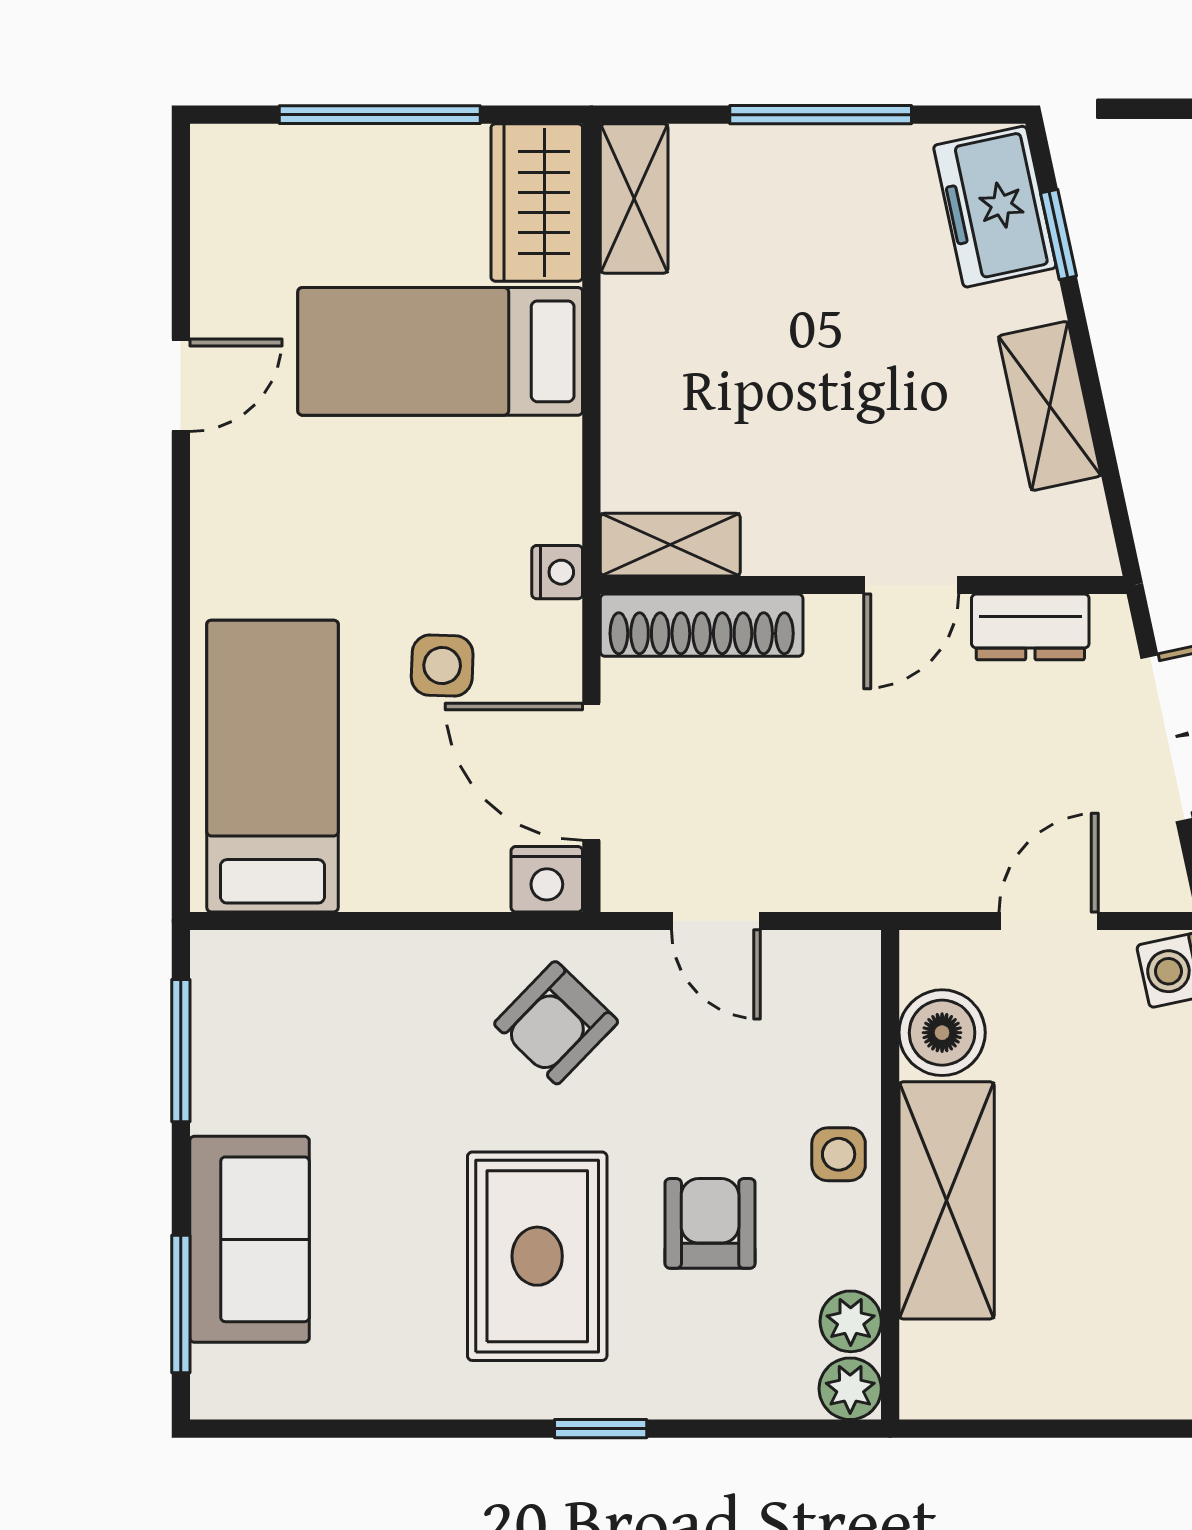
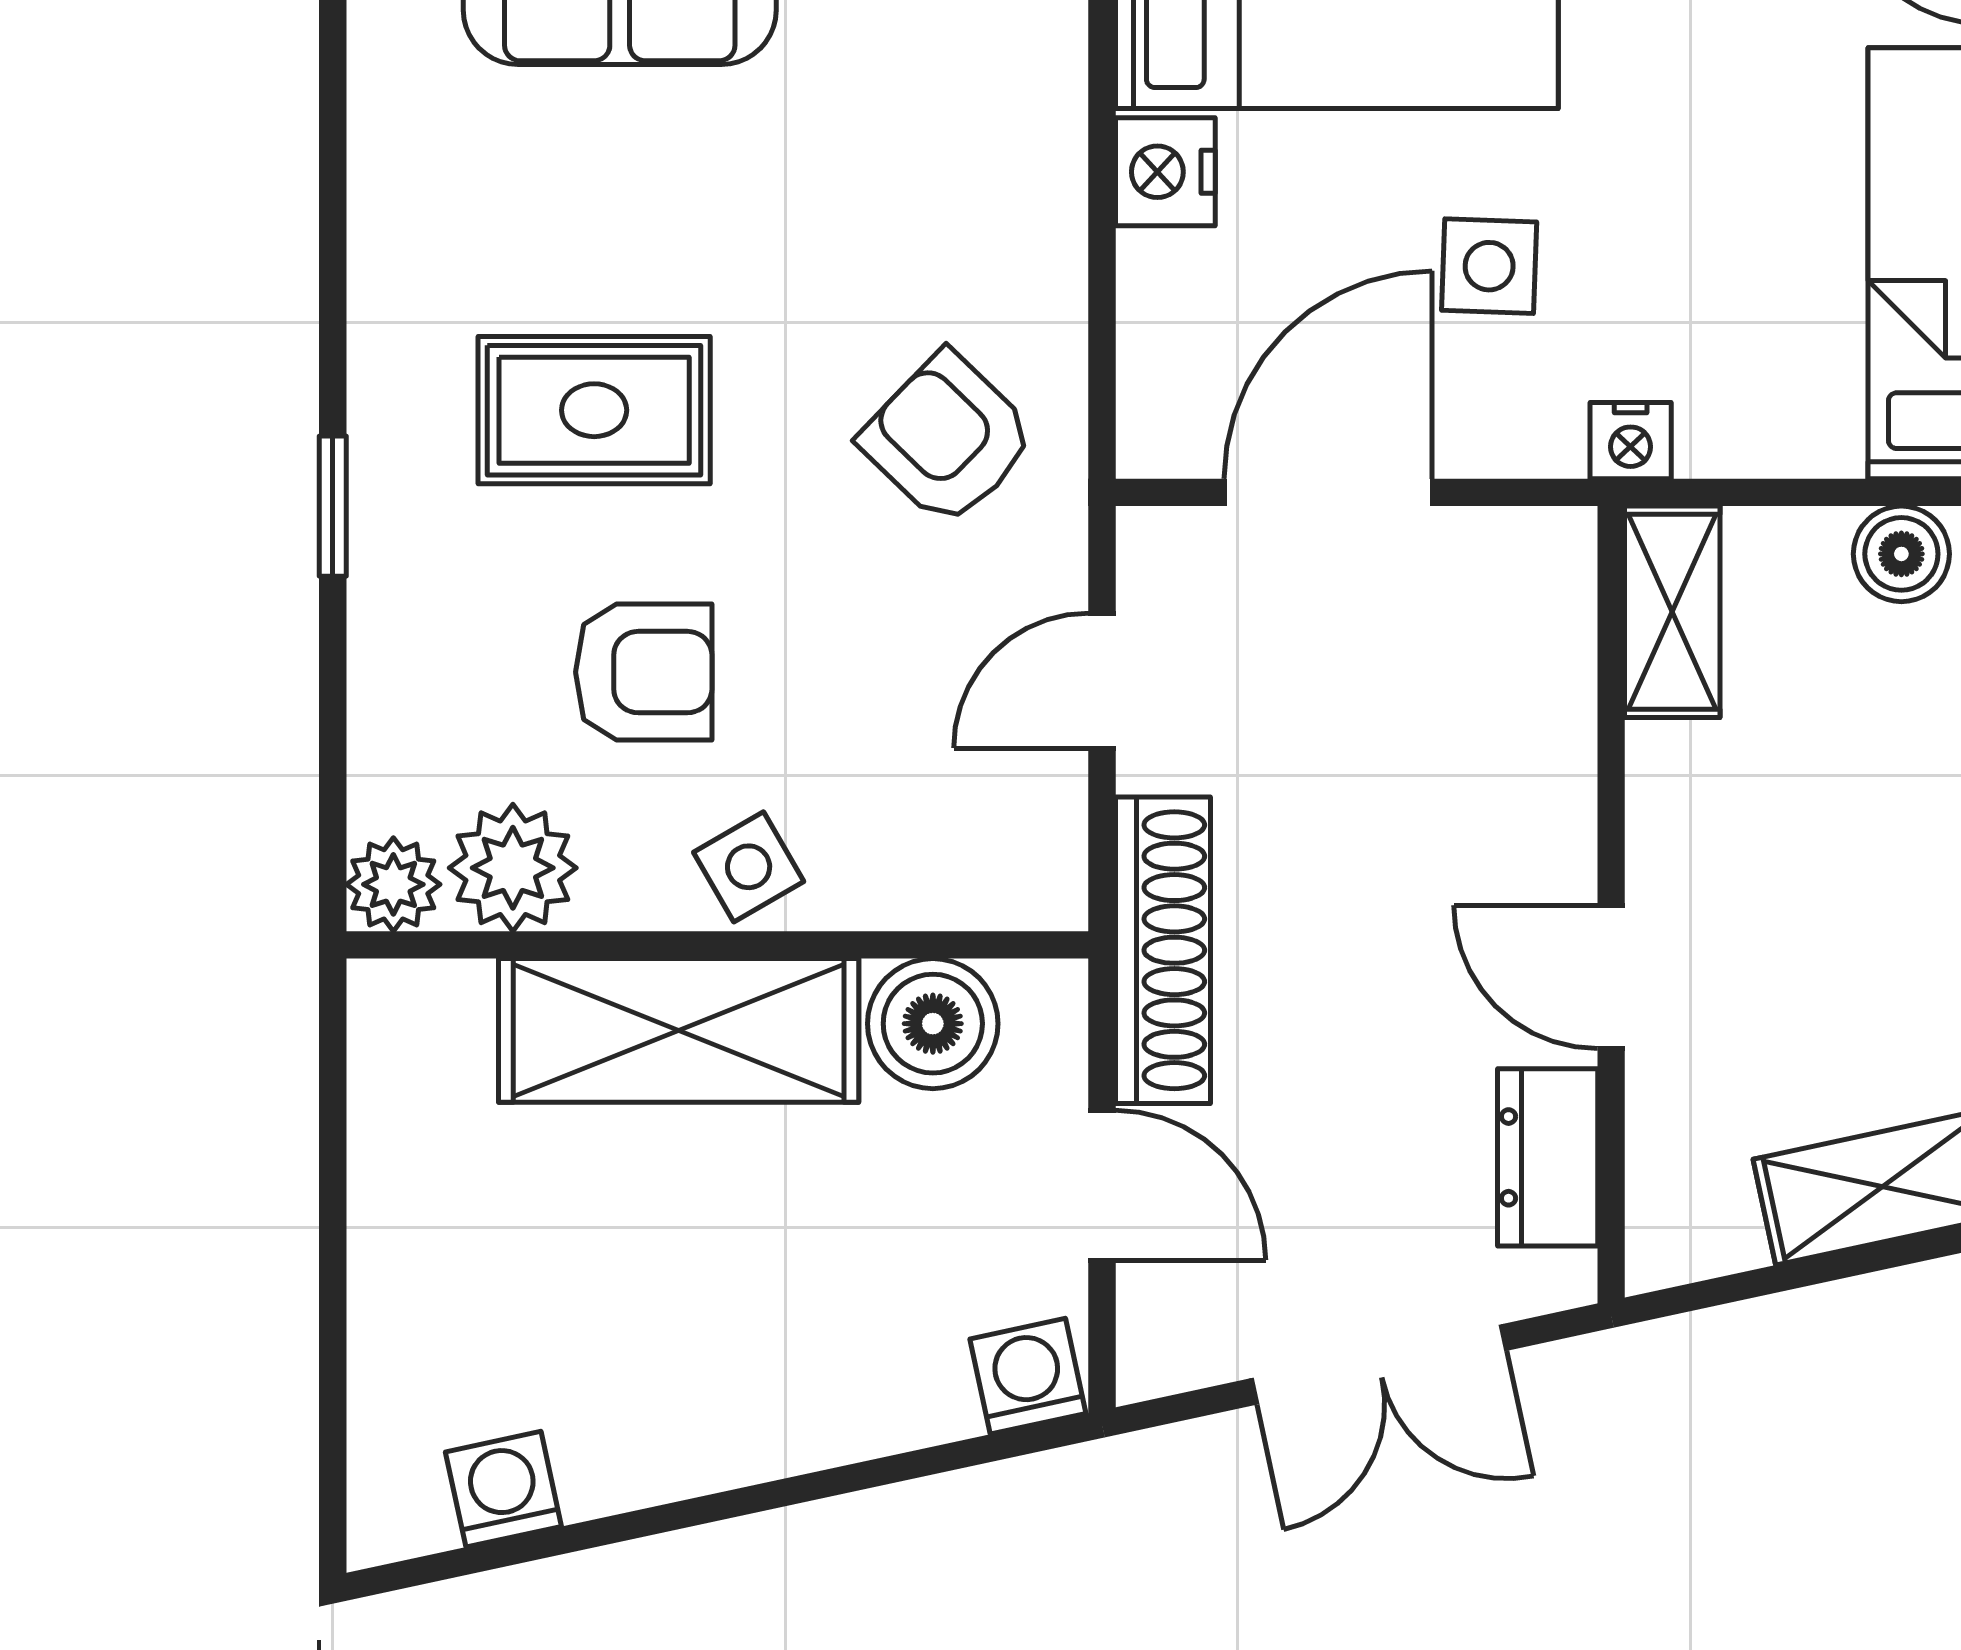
boiler: (632, 393) -> (1901, 554), added
shoe rack: (702, 625) -> (1163, 950), moved, turned 180
nightstand: (547, 879) -> (1165, 172), moved
side table: (839, 1154) -> (749, 867), turned -30
rug: (537, 1256) -> (594, 410), width x0.73, depth x0.70
plant: (851, 1321) -> (513, 868), width x1.38, depth x1.38

